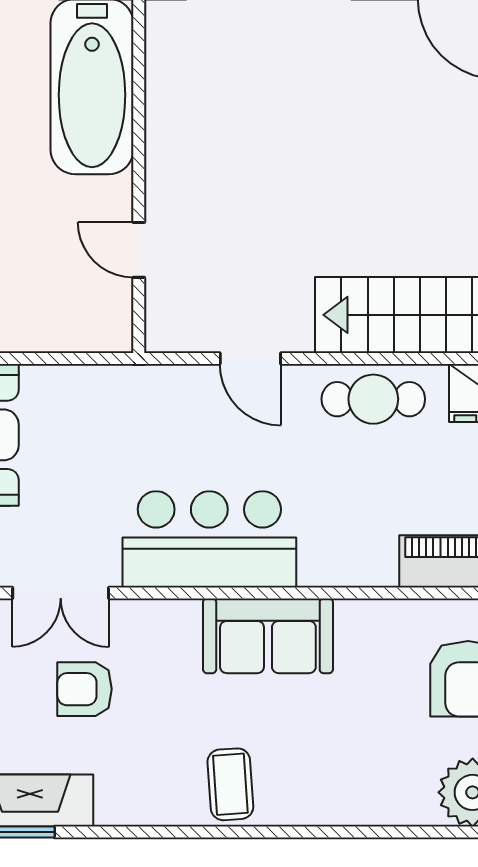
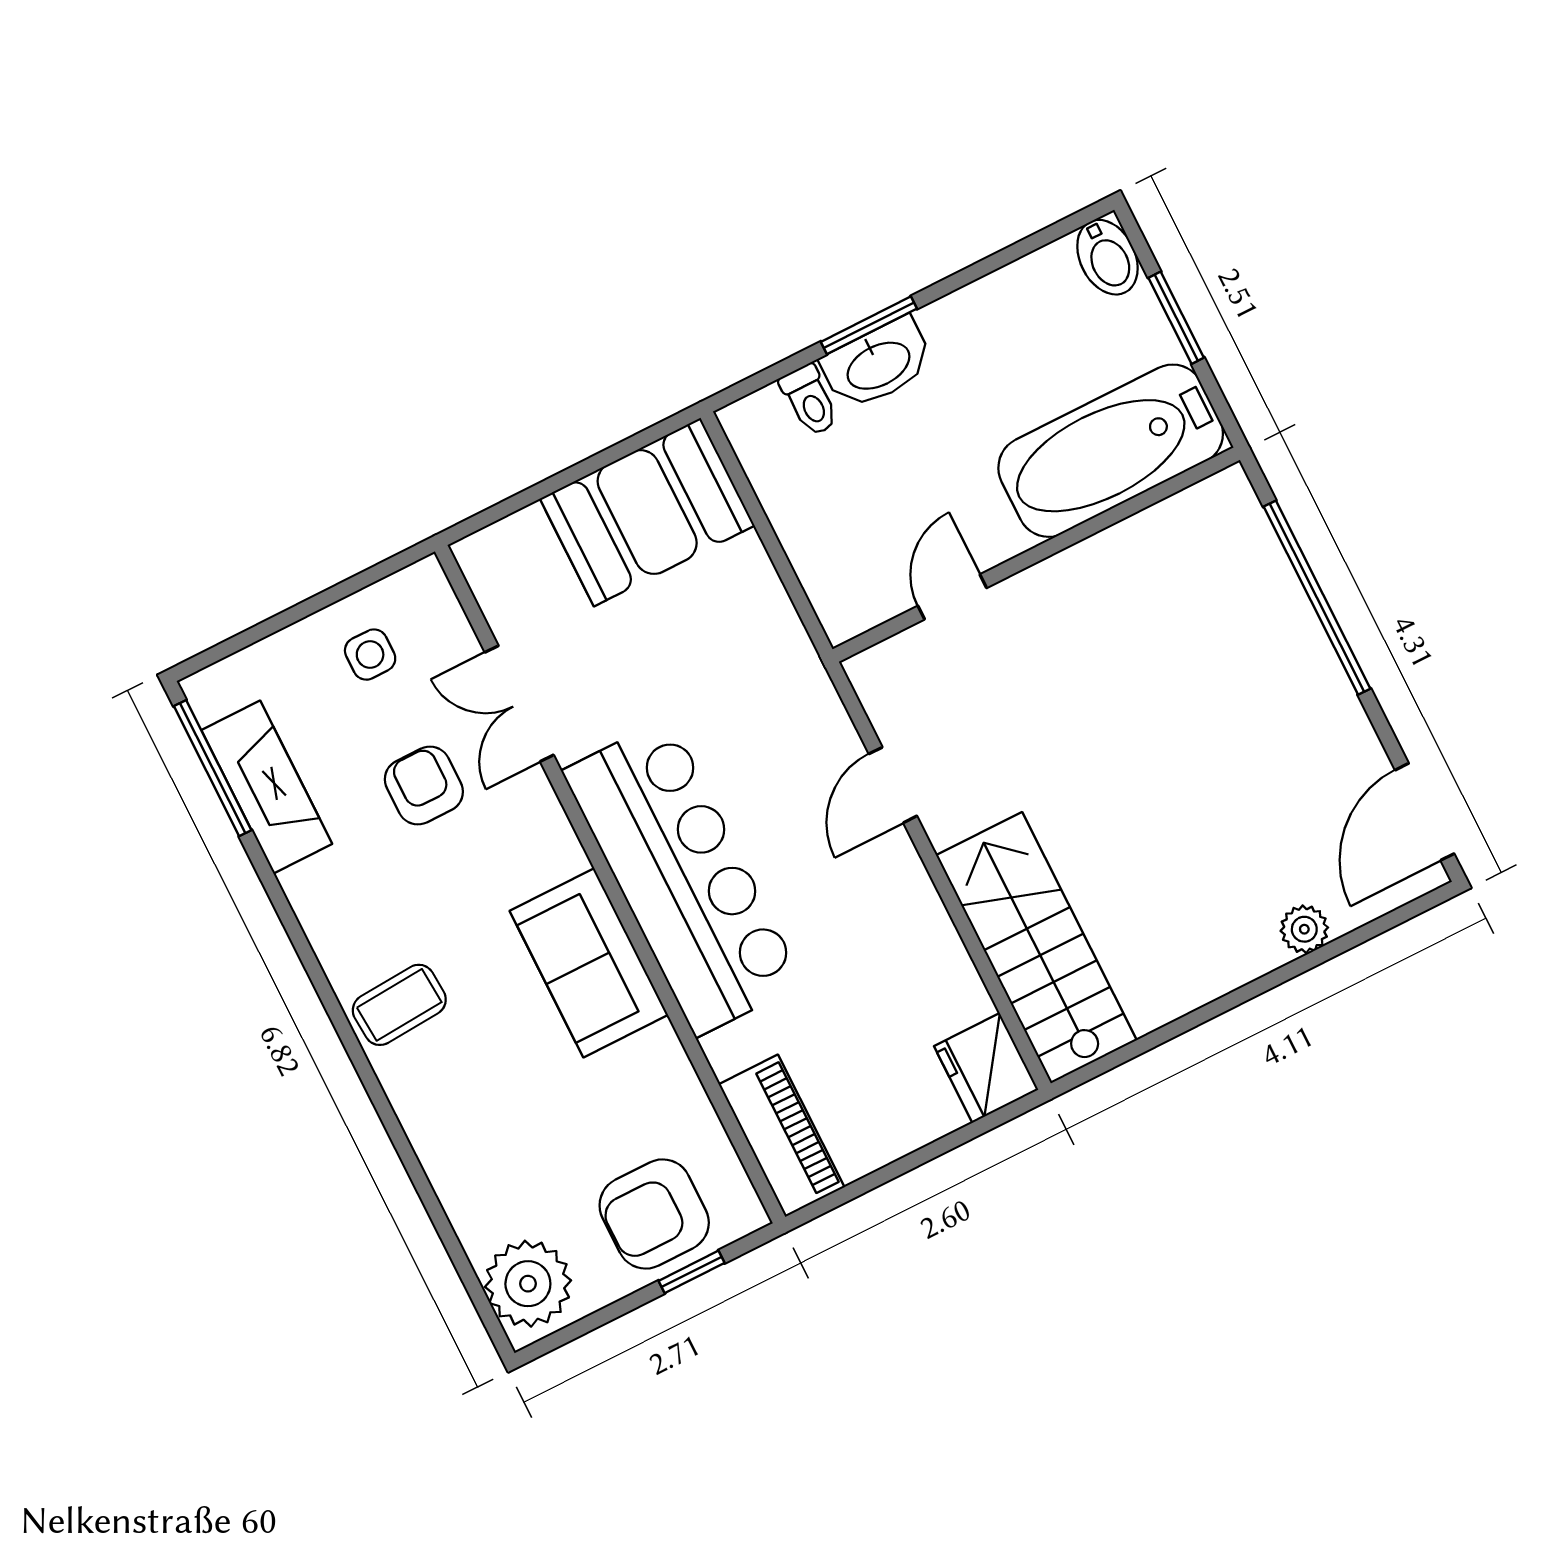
cafe table: (373, 399) -> (917, 947), removed
bar counter: (209, 539) -> (683, 877), width x1.36

